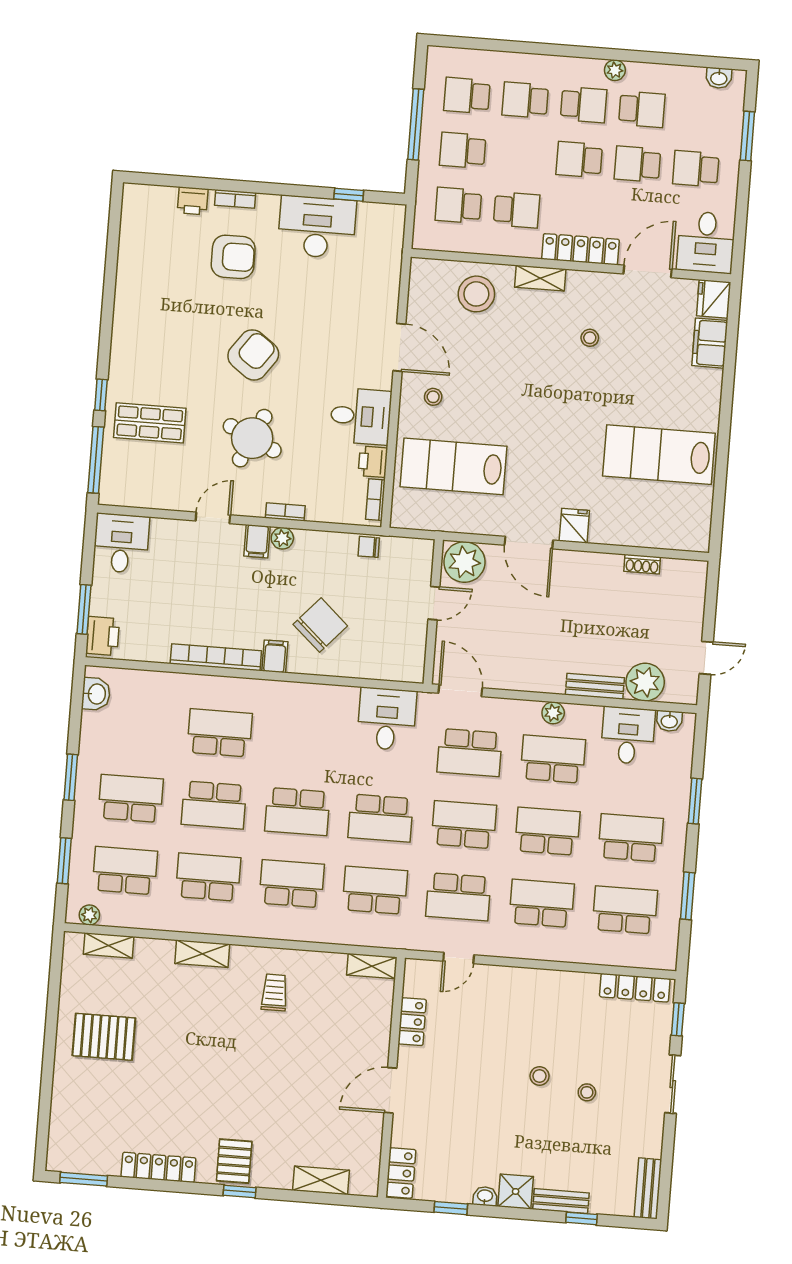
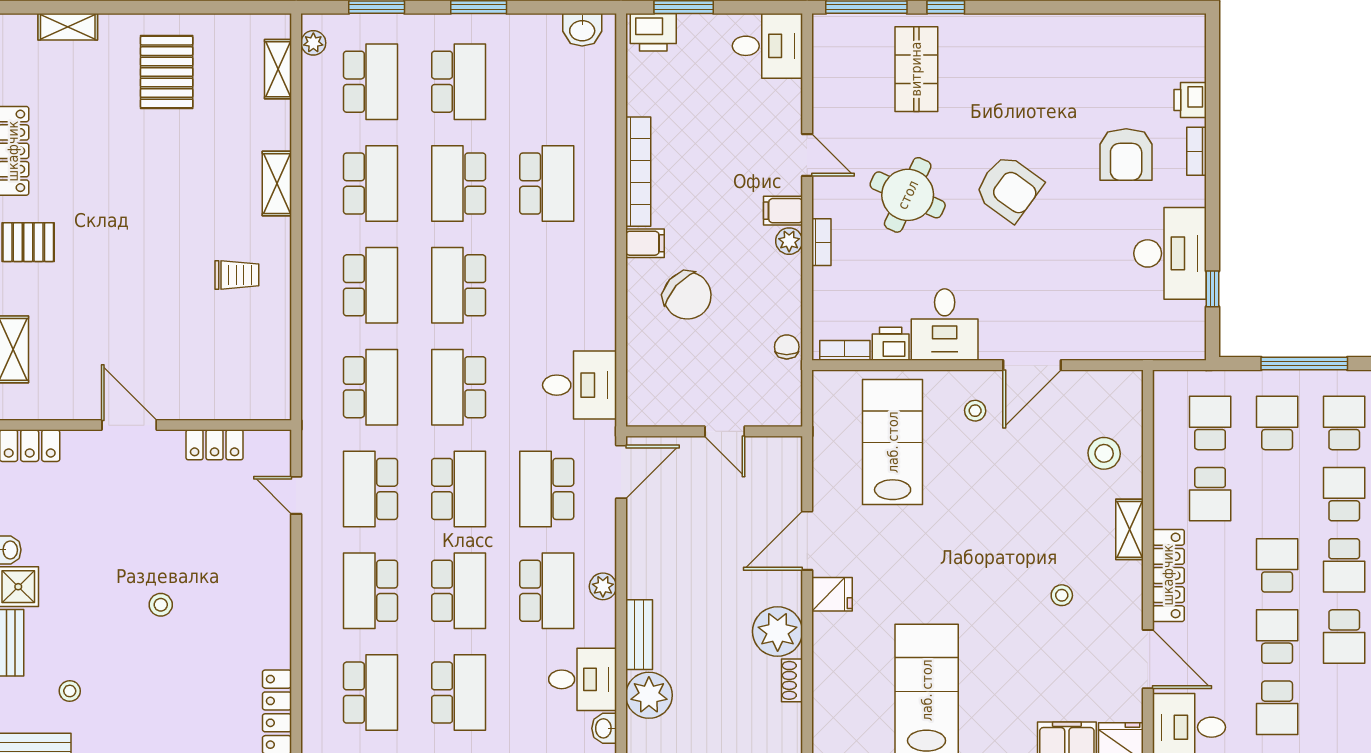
school desk: (696, 169) -> (1277, 708), turned 180
stool: (476, 294) -> (1104, 453), width x0.73, depth x0.73
plant: (464, 562) -> (778, 631), moved
school desk: (542, 903) -> (371, 591), turned 180
shelving: (372, 966) -> (68, 27), moved, turned 90
stool: (587, 1092) -> (70, 691), moved

